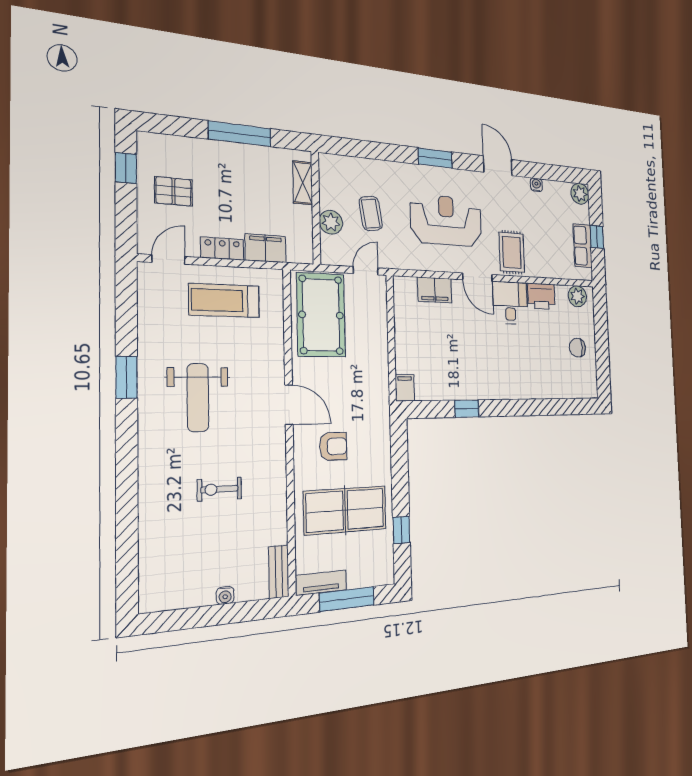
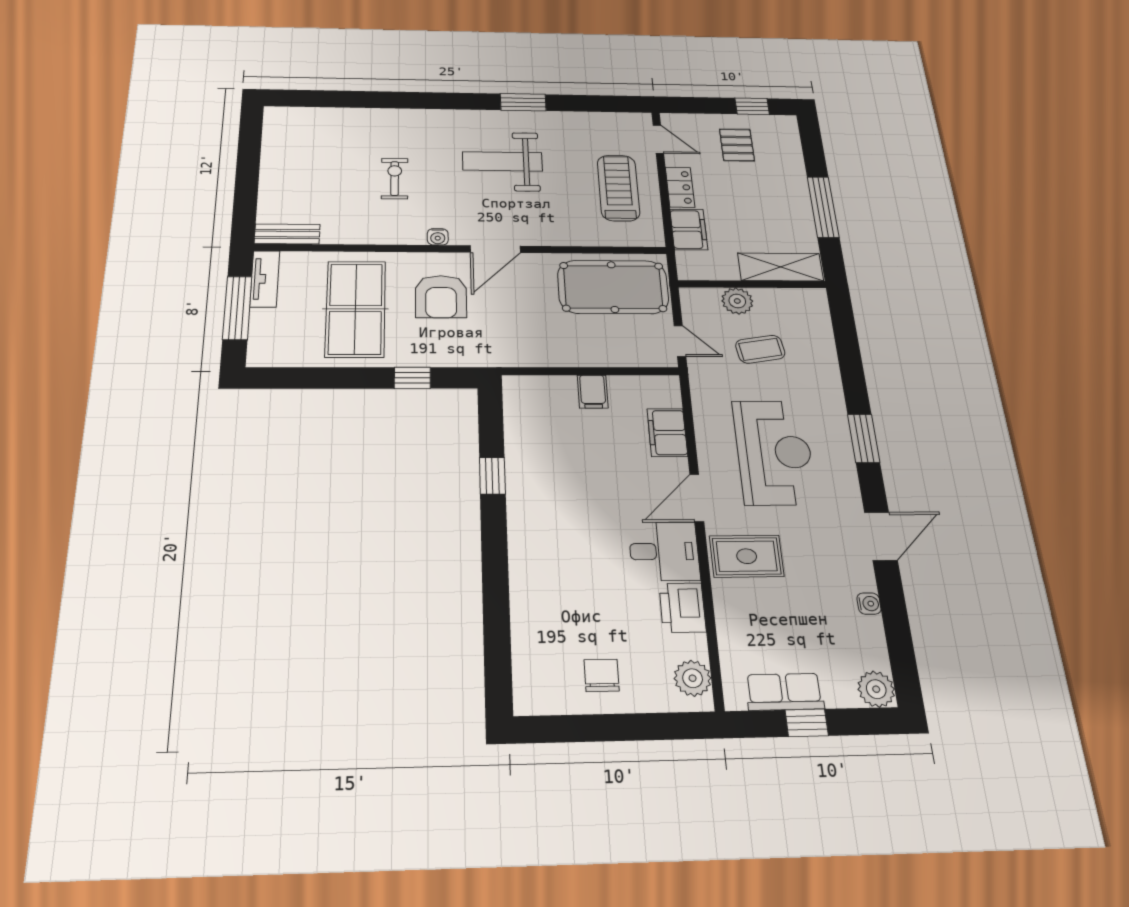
shelving: (303, 183) -> (781, 267), width x1.50, depth x1.33
filing cabinet: (405, 388) -> (593, 392), moved, turned 90
armchair: (333, 446) -> (441, 297), width x1.38, depth x1.38
window: (401, 530) -> (412, 378), moved
water cooler: (225, 595) -> (438, 237), moved, turned -90

